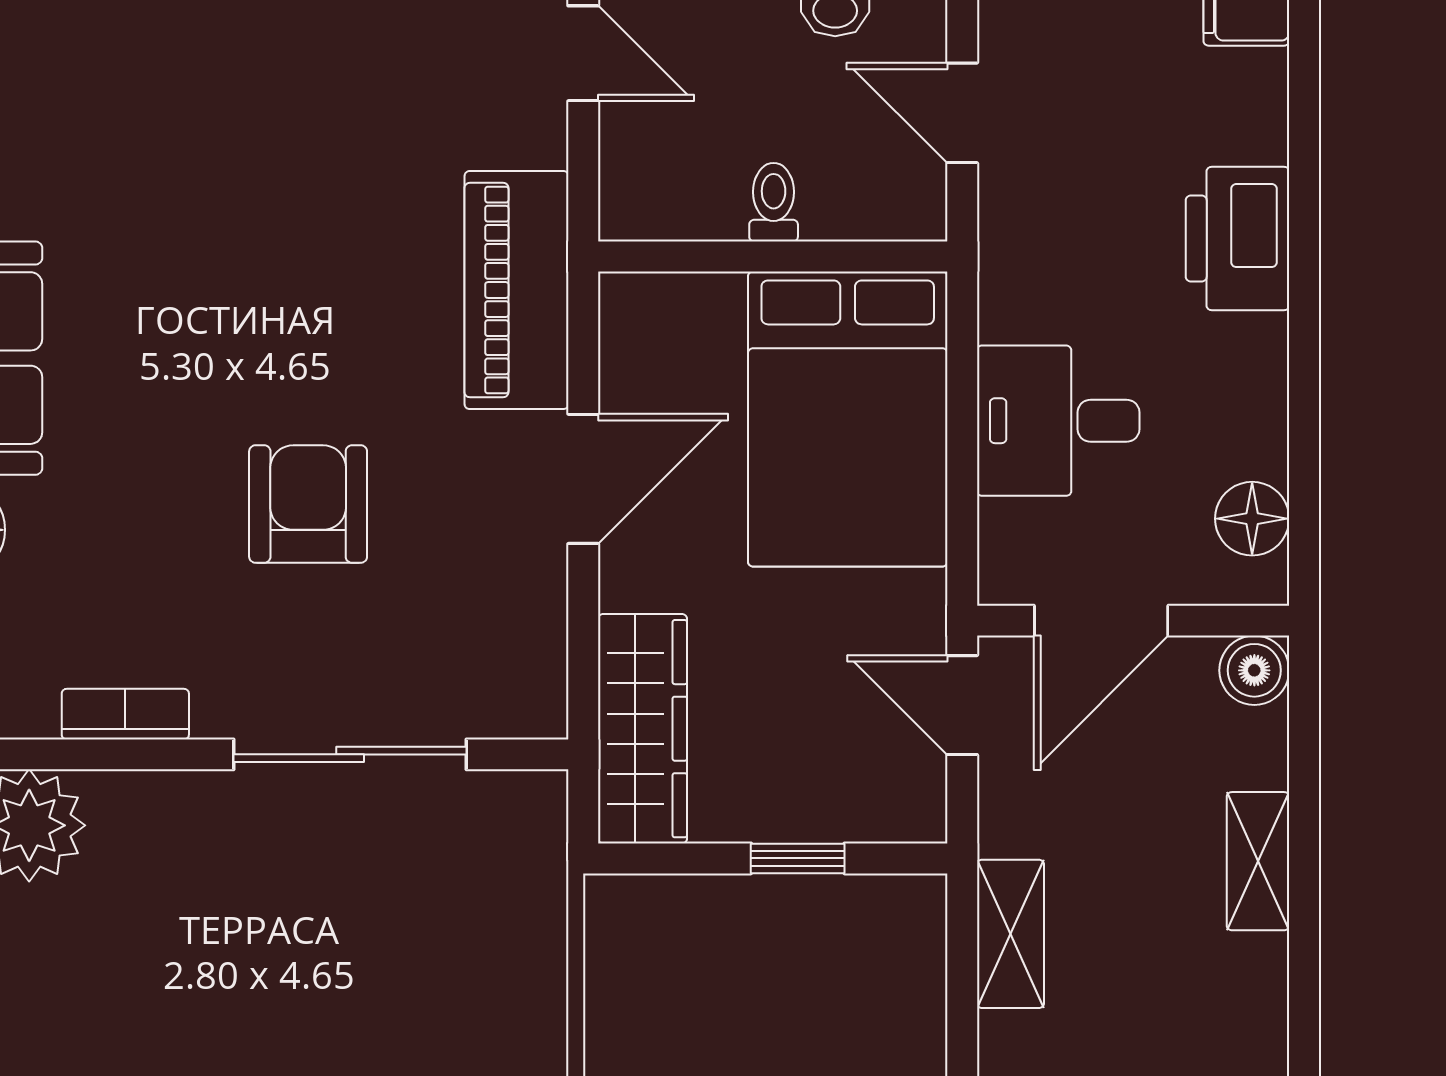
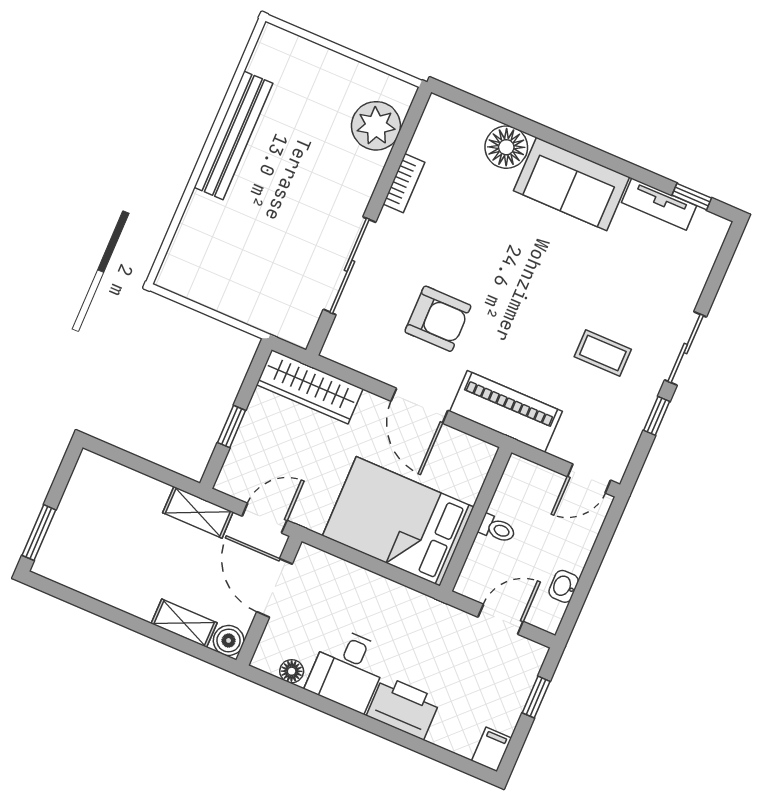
coffee table: (305, 138) -> (603, 353), added
desk: (1058, 421) -> (348, 670), moved, turned 180
armchair: (308, 504) -> (438, 319), moved
floor lamp: (1252, 519) -> (292, 671), width x0.73, depth x0.73
shelving: (1258, 861) -> (184, 623), moved
shelving: (1010, 934) -> (198, 512), moved

